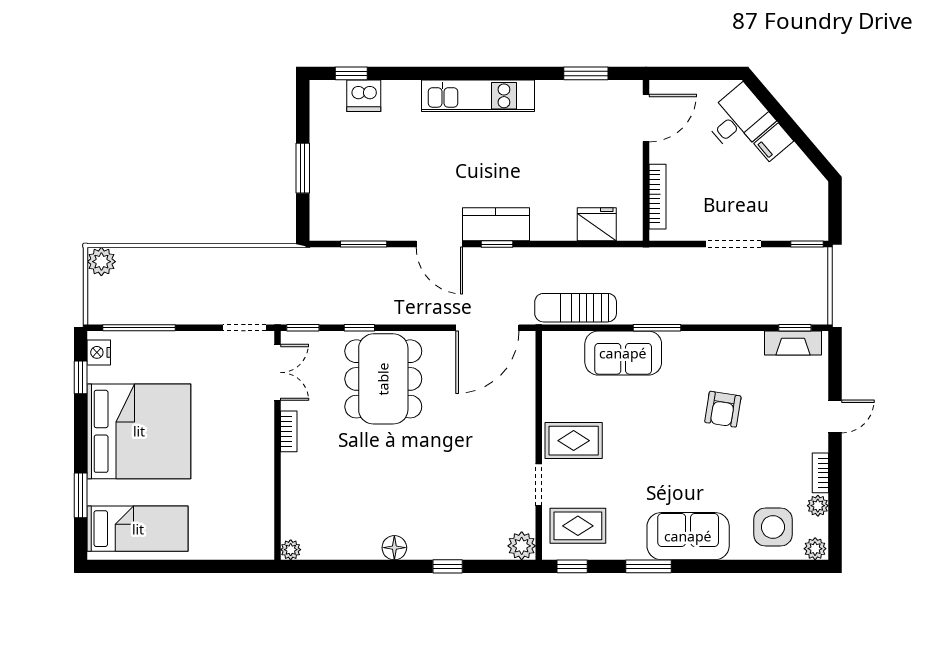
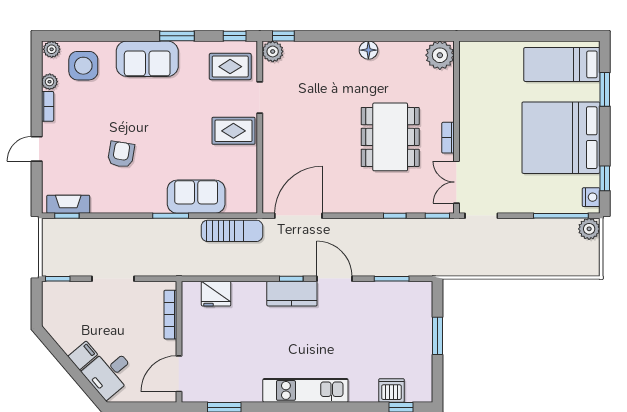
plant: (101, 262) -> (589, 229), moved
dining table: (383, 379) -> (390, 137), moved
plant: (291, 550) -> (440, 55), width x1.87, depth x1.87
window: (448, 566) -> (283, 36), moved

